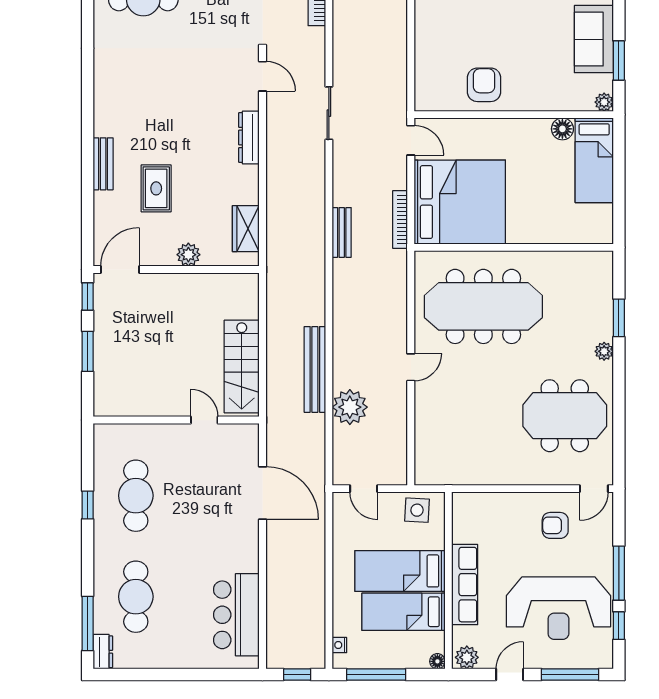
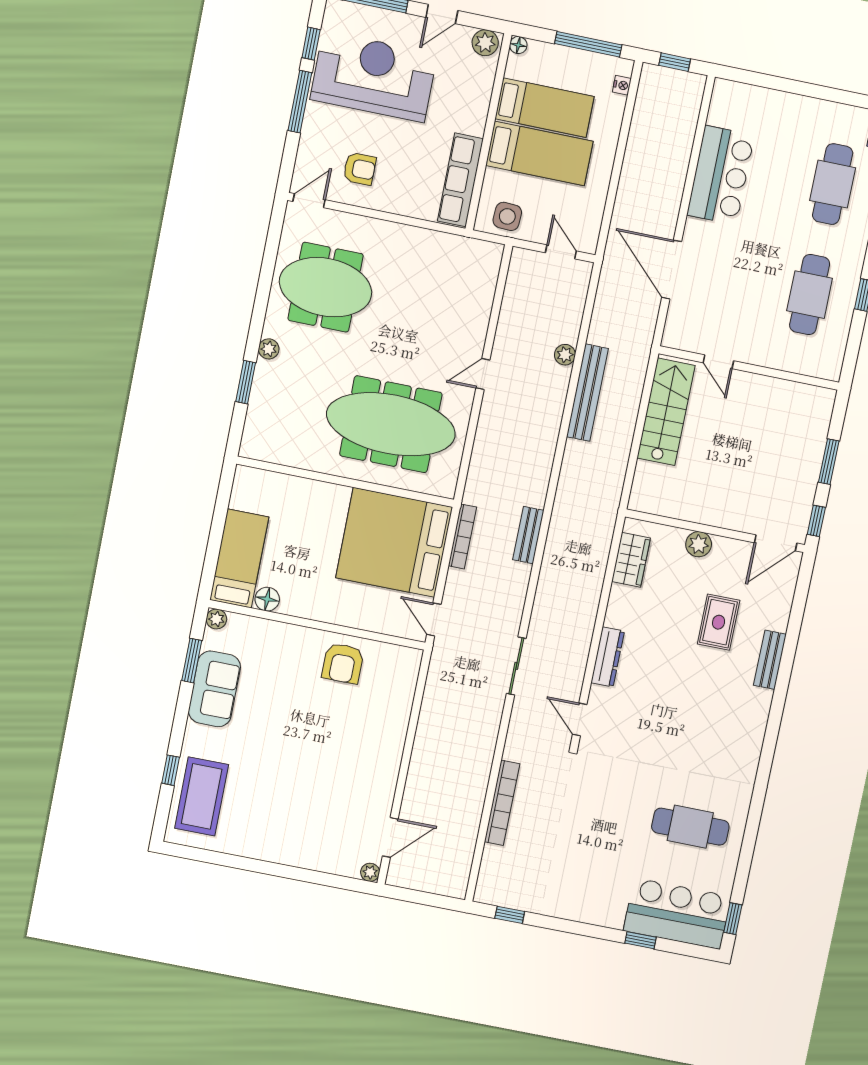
plant: (350, 407) -> (565, 355), width x0.53, depth x0.53
row of seats: (465, 585) -> (460, 180), moved
bar counter: (236, 615) -> (721, 175), moved

